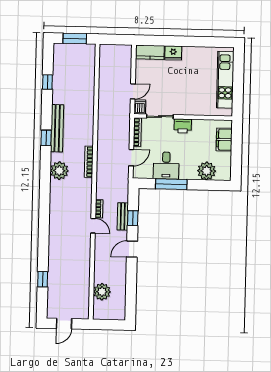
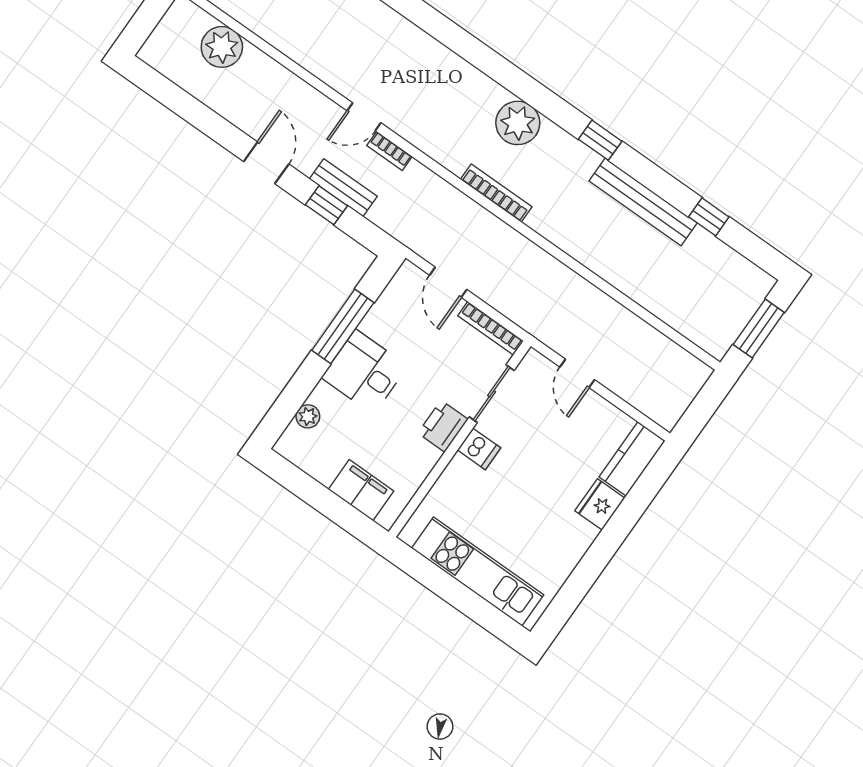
dishwasher: (140, 107) -> (479, 449), moved
bench: (57, 128) -> (643, 202), moved
desk: (166, 166) -> (365, 372), moved
plant: (207, 171) -> (308, 416), width x0.53, depth x0.53

